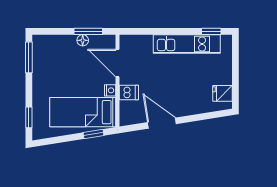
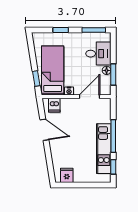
window: (170, 31) -> (113, 136), added
desk: (60, 51) -> (98, 54), added
dishwasher: (129, 93) -> (54, 105), moved
window: (29, 117) -> (61, 30), moved
door: (162, 123) -> (44, 130), hinge flipped

